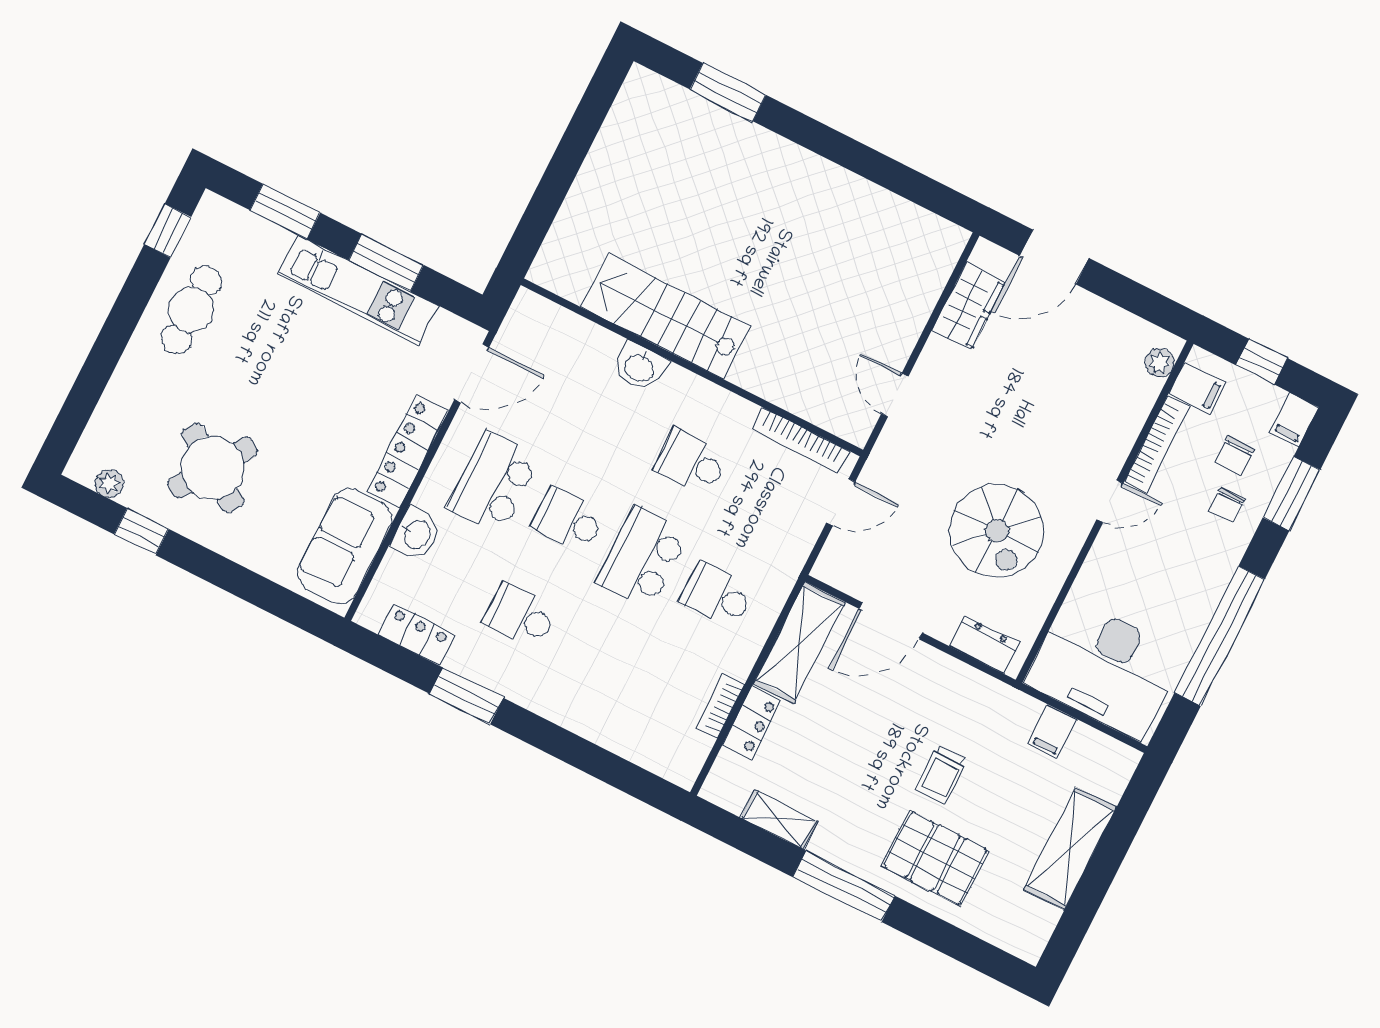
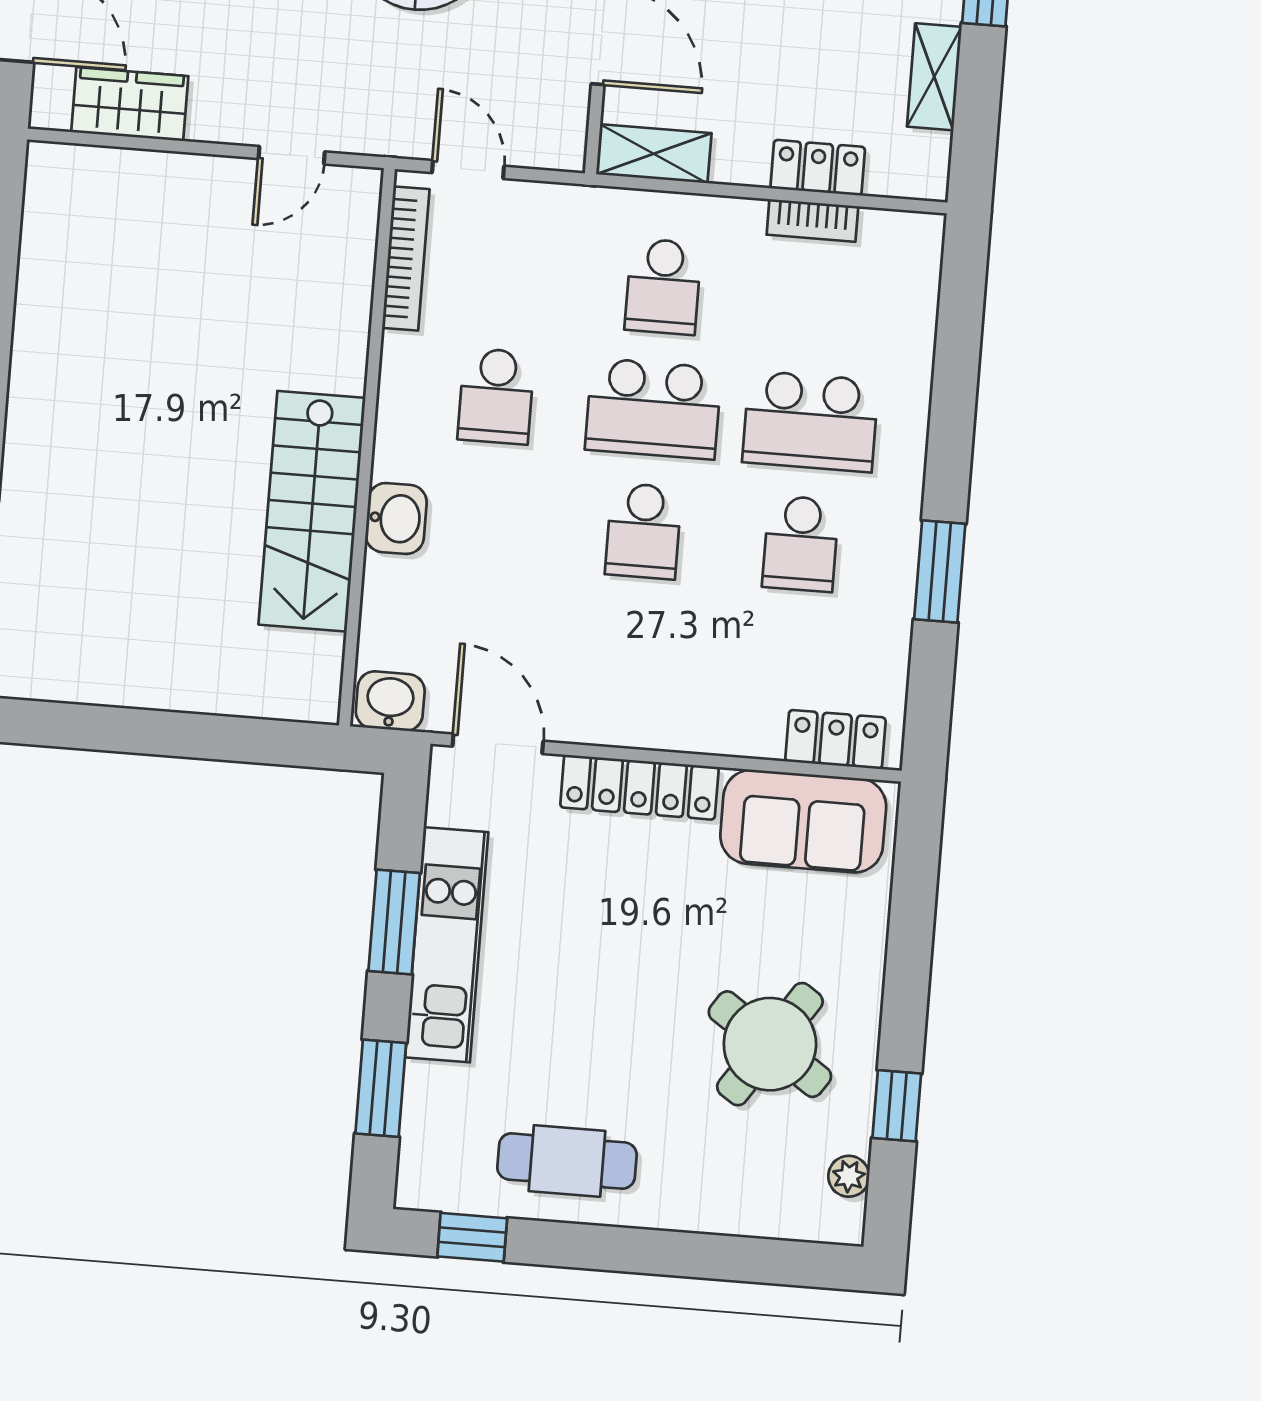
school desk: (494, 482) -> (810, 421), moved
washbasin: (416, 534) -> (390, 701), moved
locker: (417, 634) -> (835, 739), moved, turned 90
shelving: (799, 643) -> (654, 154), width x0.67, depth x0.75

